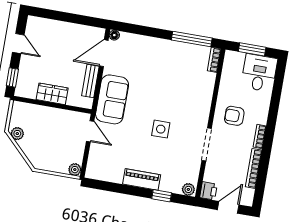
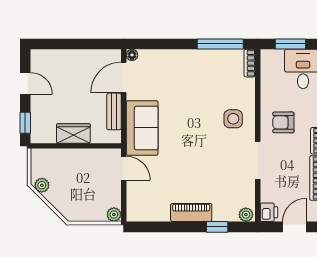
side table: (161, 129) -> (233, 119), moved

